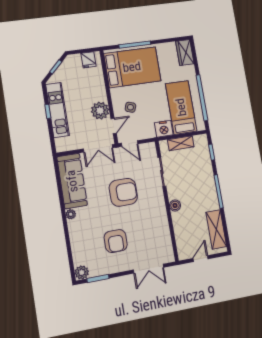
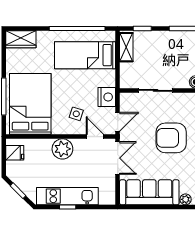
plant: (100, 111) -> (62, 149), moved
nightstand: (164, 129) -> (107, 97), moved
shelving: (181, 143) -> (126, 47), moved
armchair: (123, 192) -> (171, 138), turned -90

